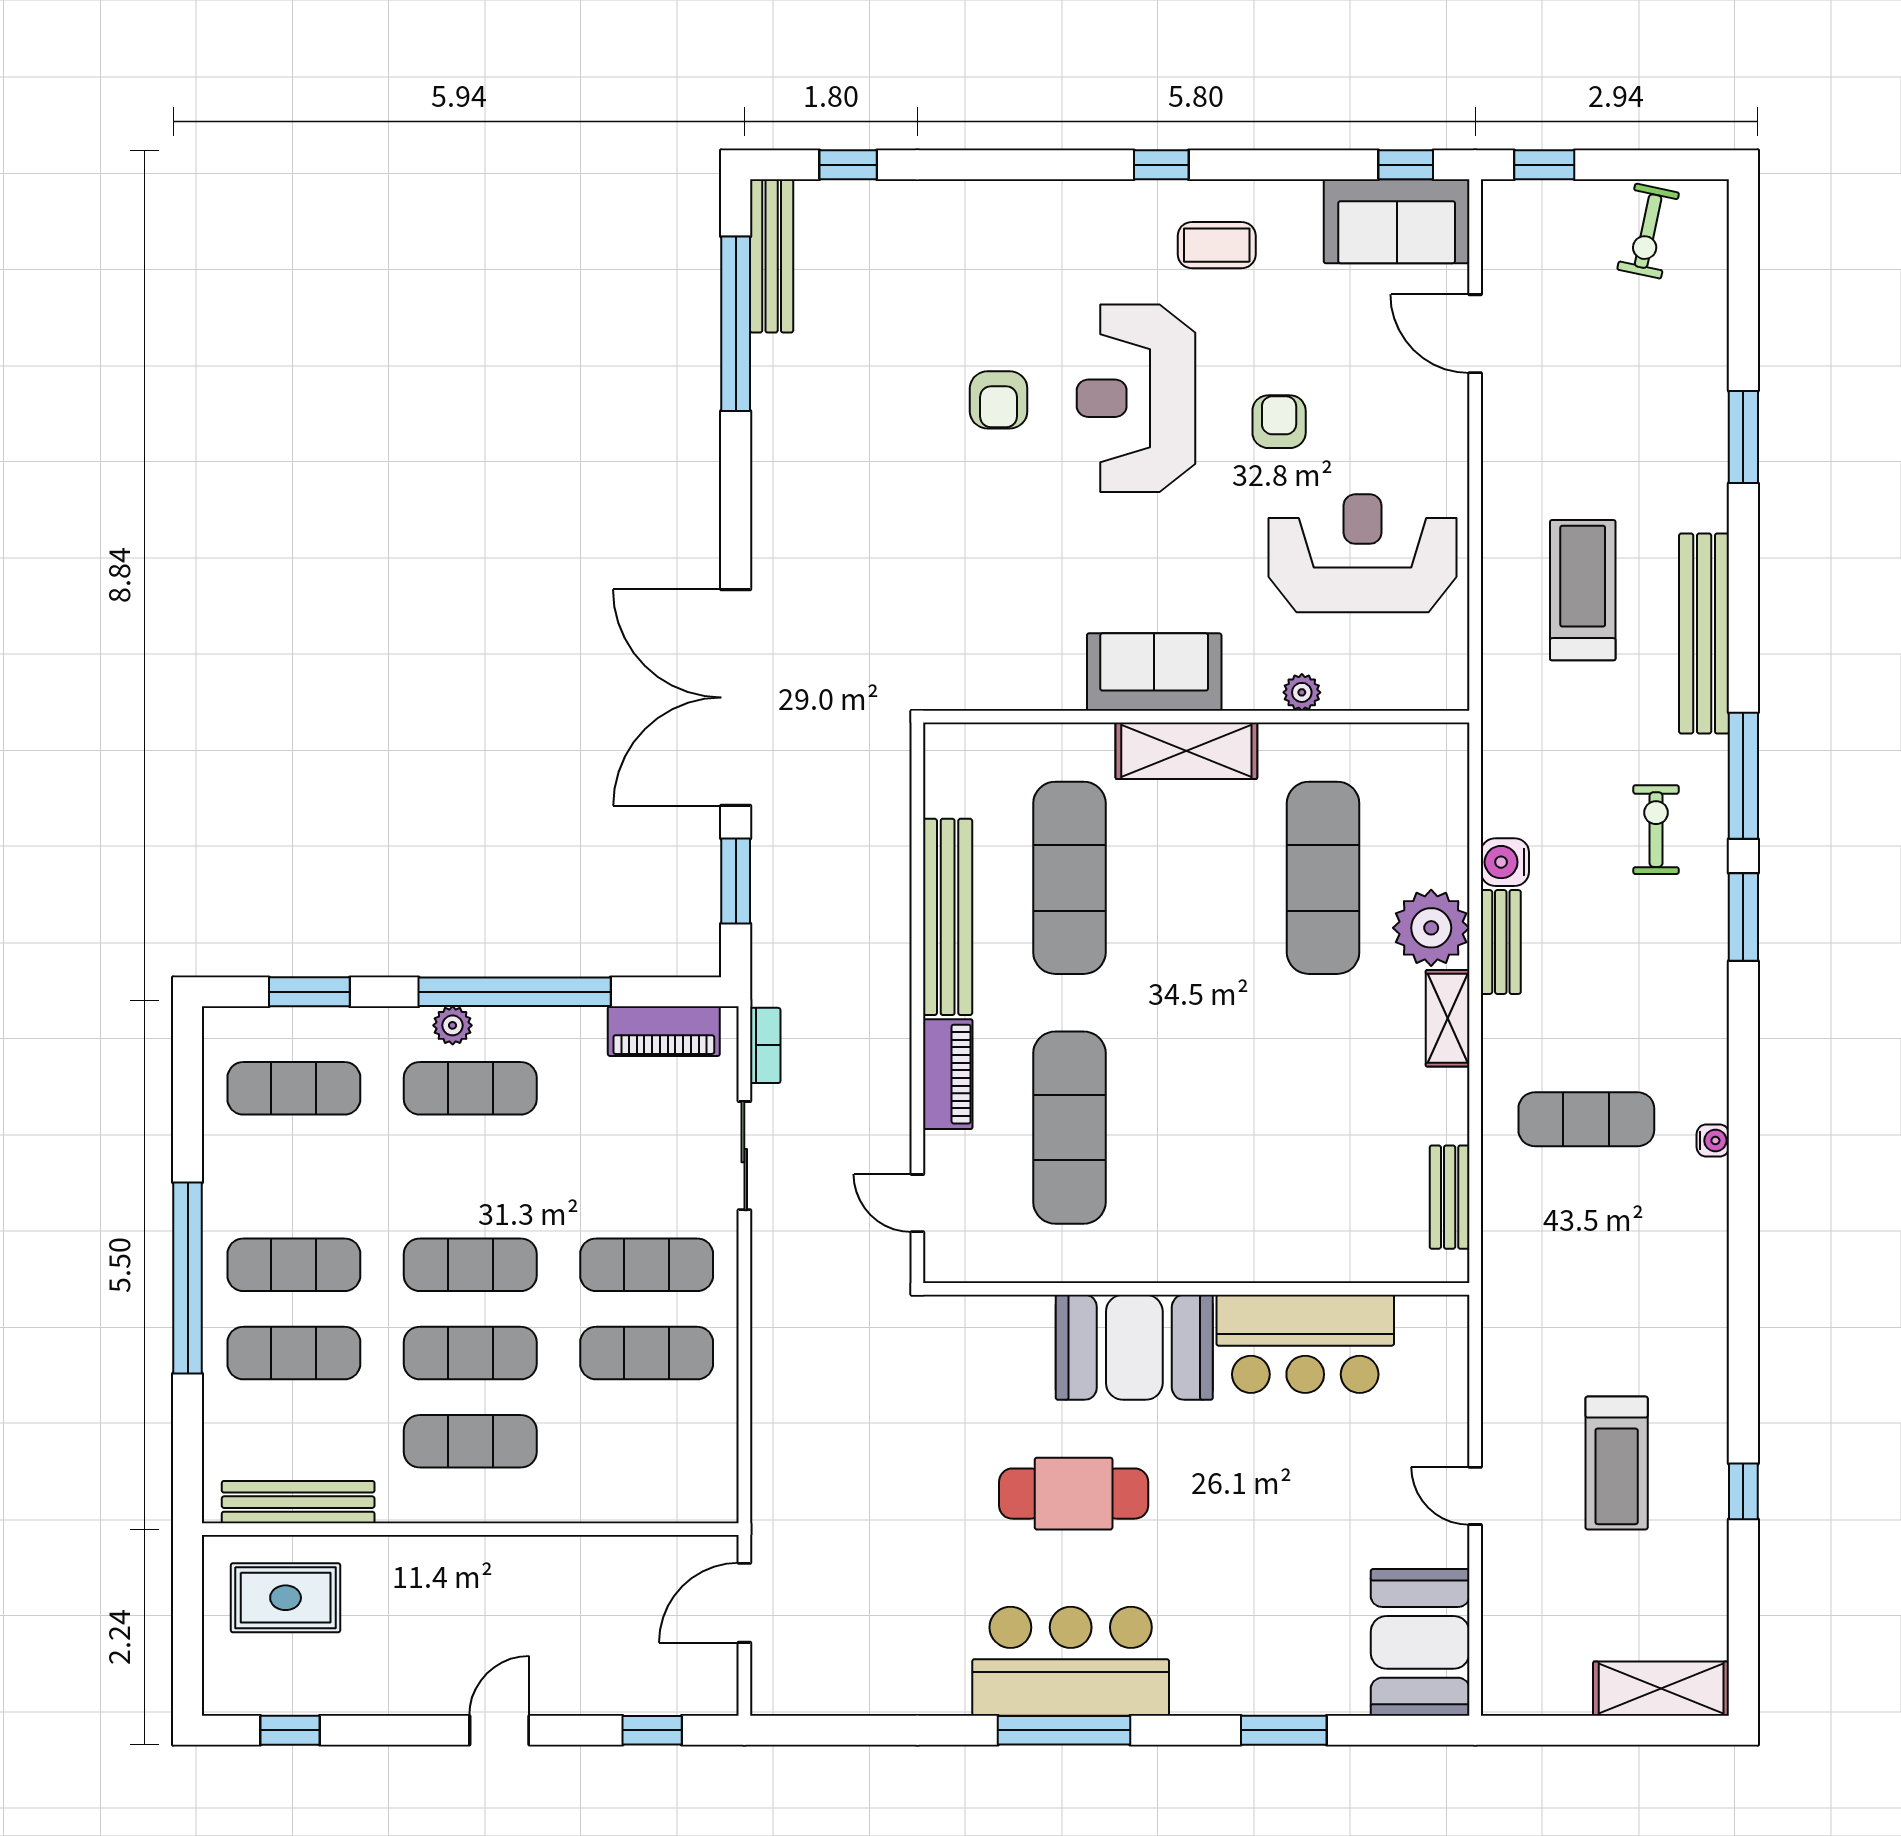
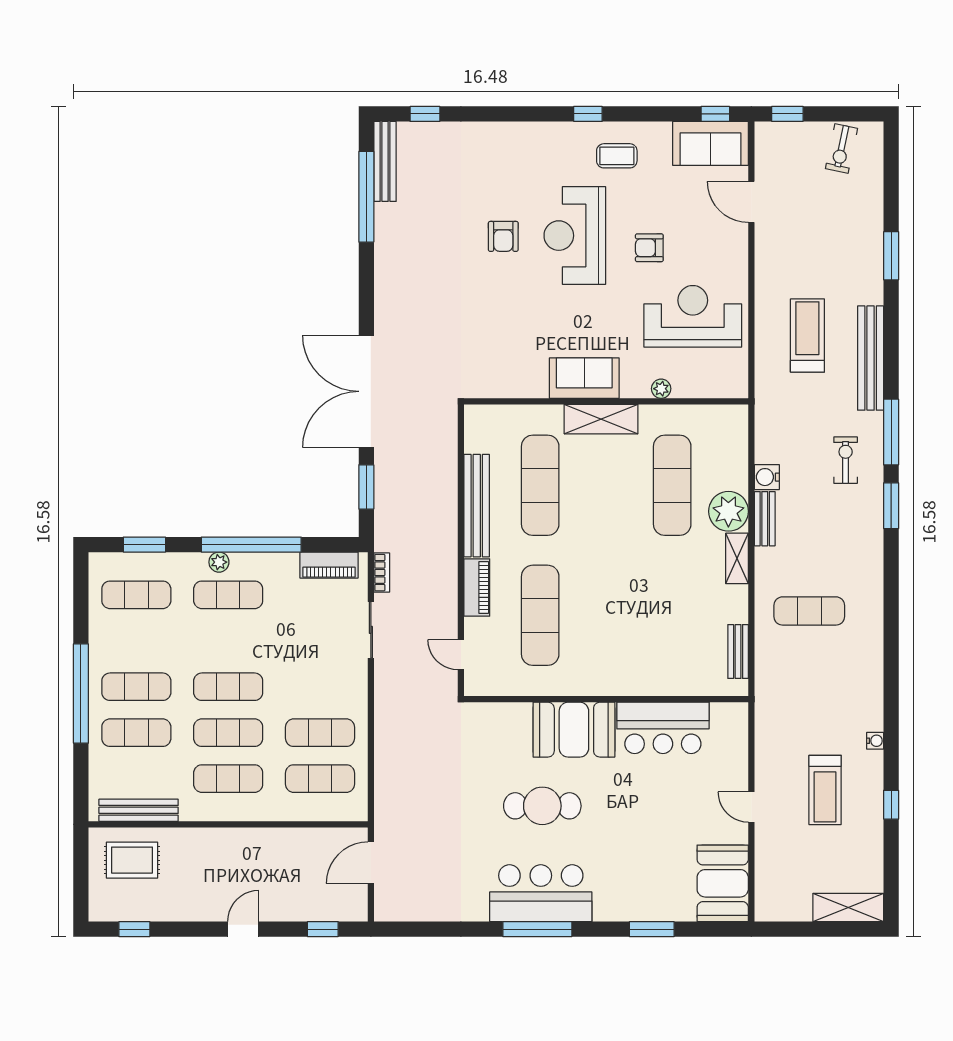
armchair: (1279, 422) -> (649, 248), turned -90
water cooler: (1713, 1141) -> (875, 741), moved
exercise mat: (647, 1265) -> (320, 779), moved

